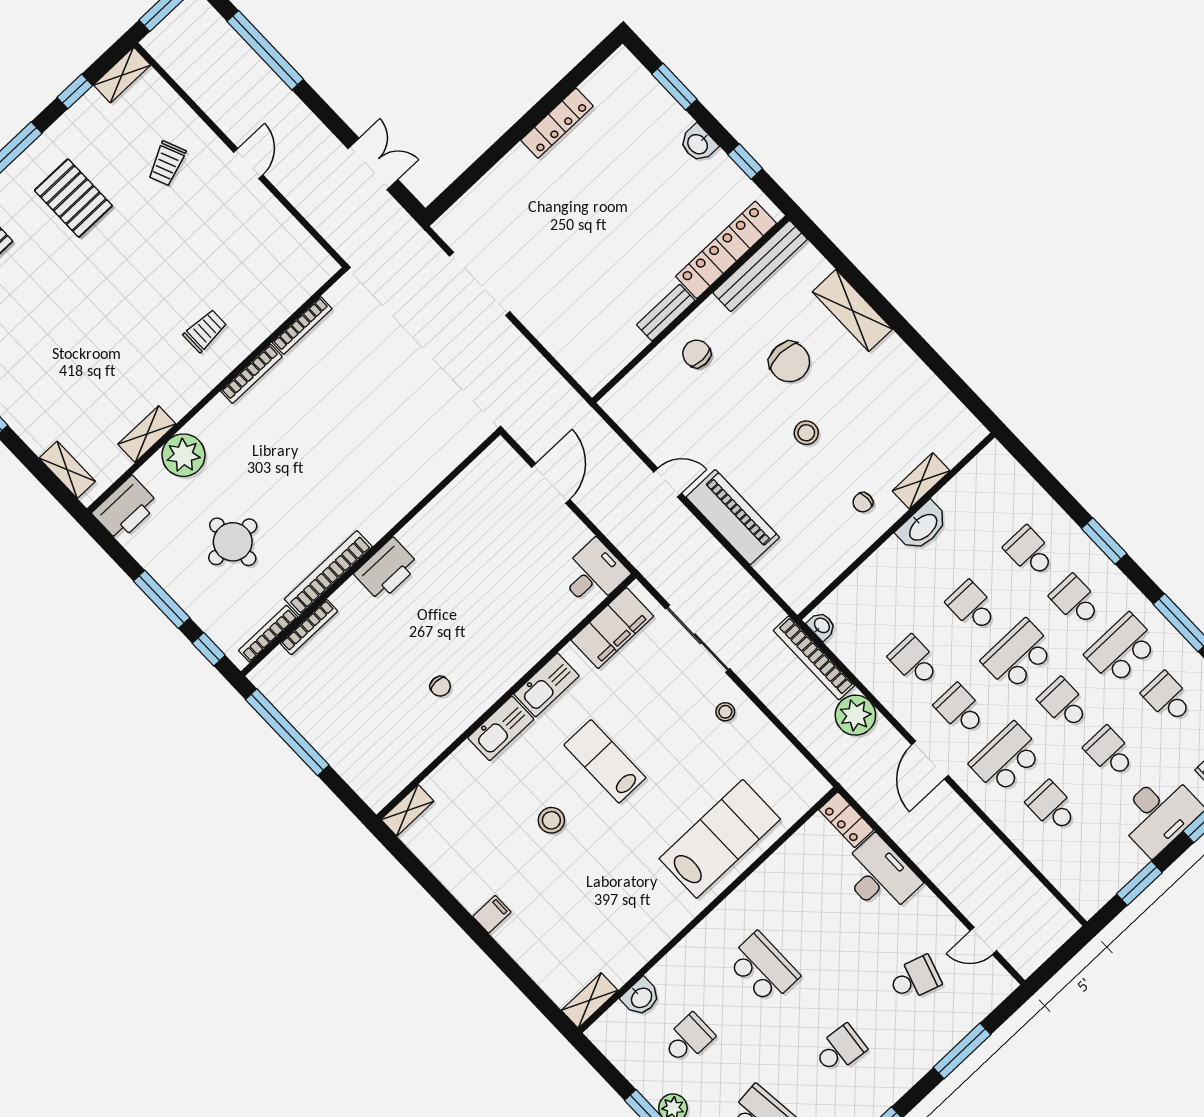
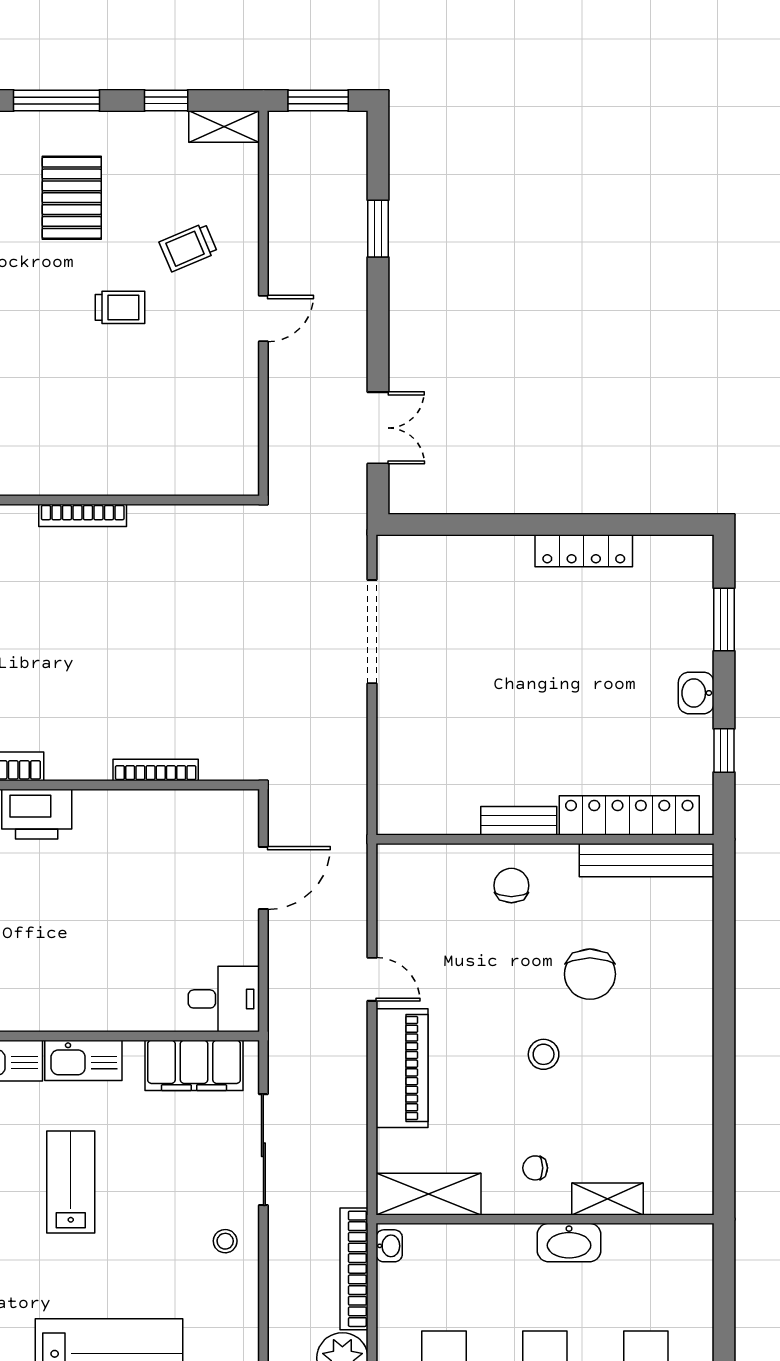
window: (265, 50) -> (378, 229), width x0.47
shelving: (852, 310) -> (428, 1194), moved, turned 90
bookcase: (302, 325) -> (156, 770), moved, turned 180
trolley: (205, 331) -> (120, 307), moved

